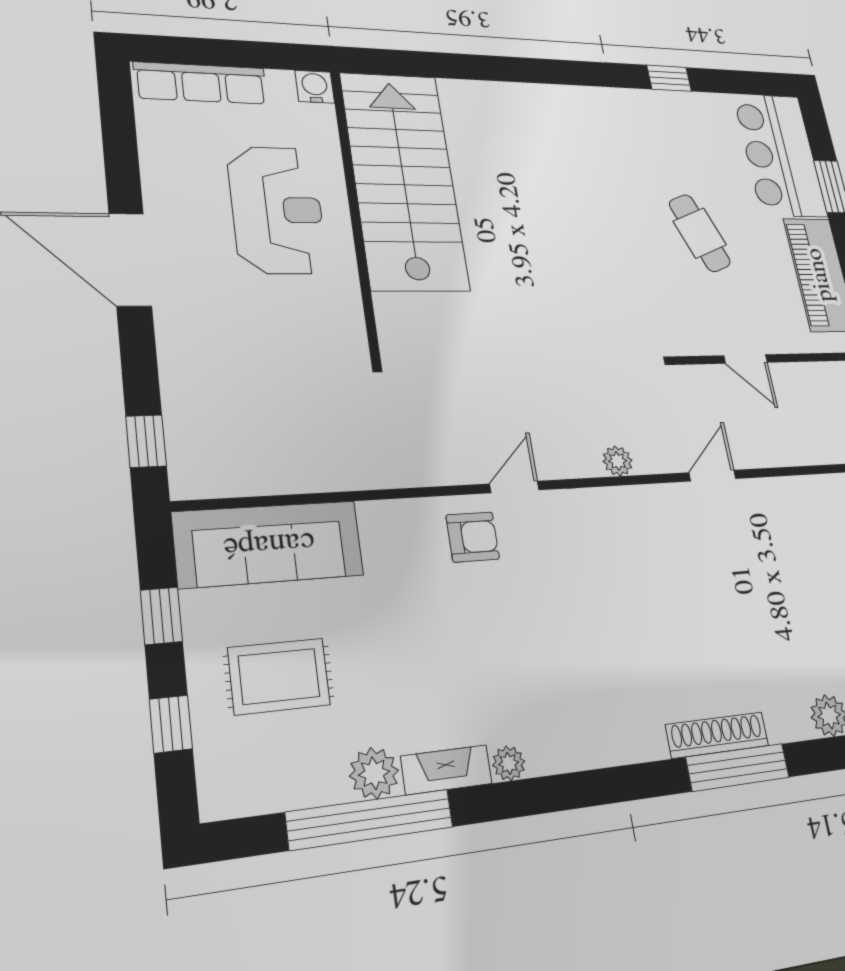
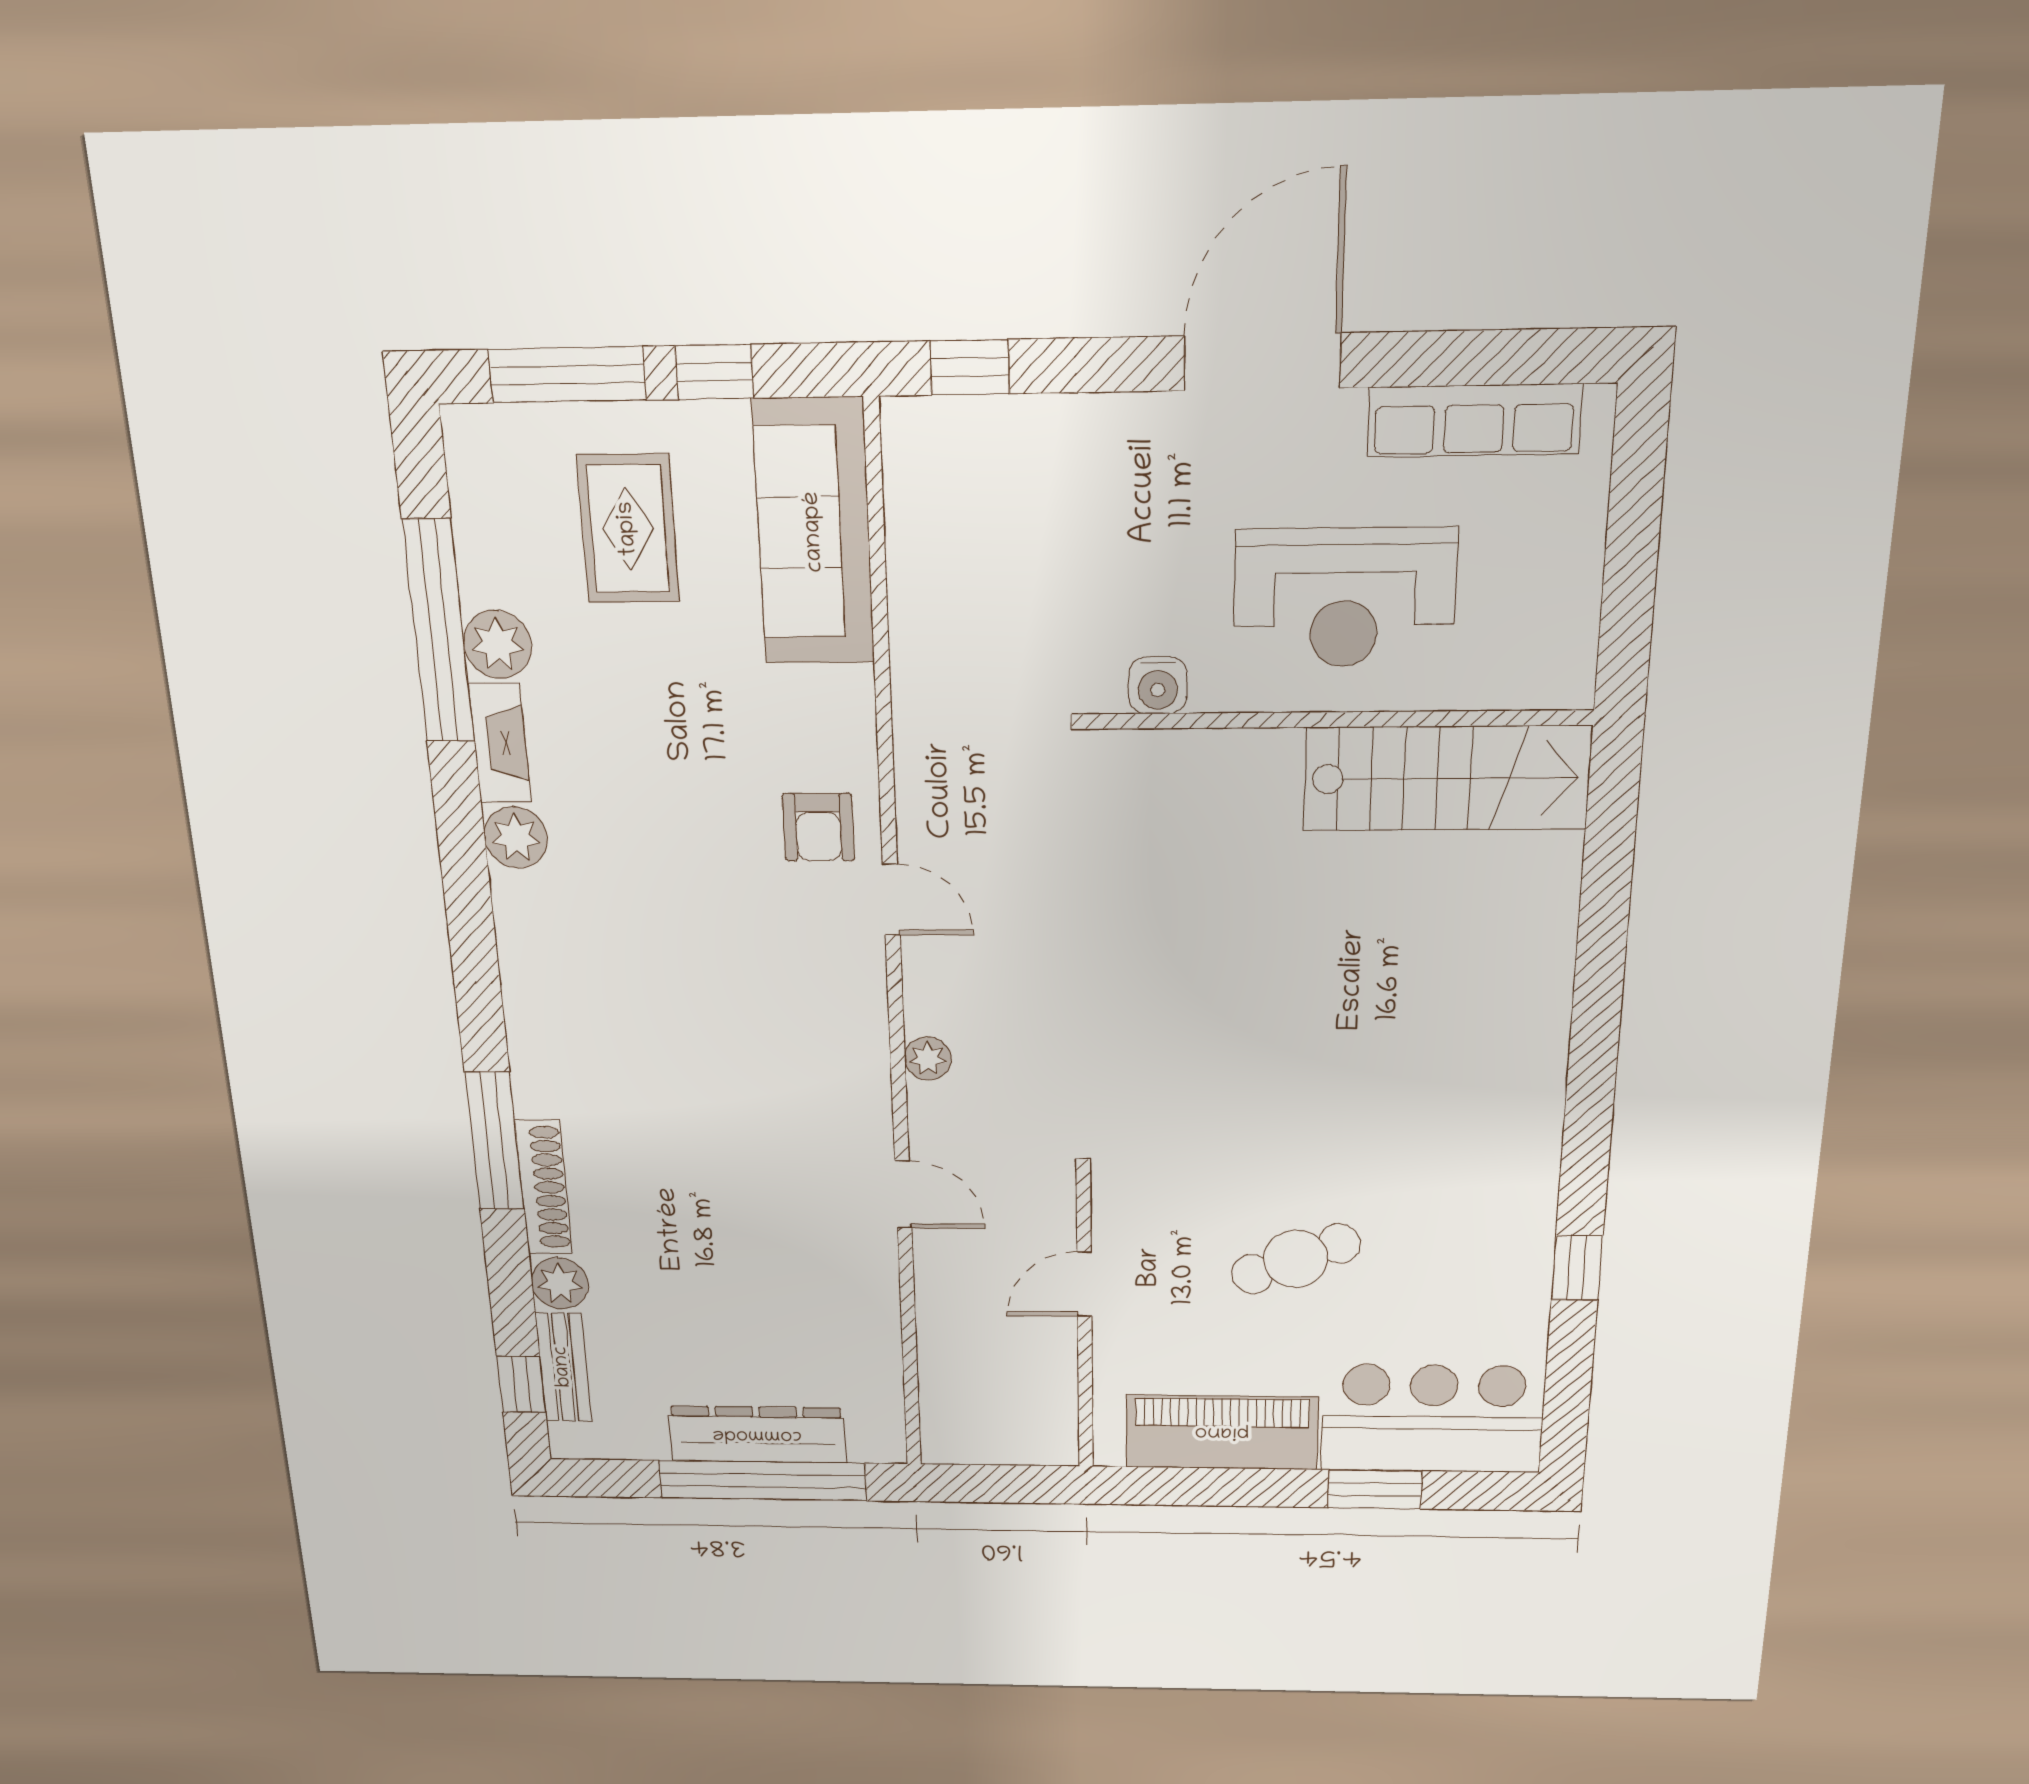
row of seats: (201, 83) -> (1474, 420), moved, turned -90
water cooler: (315, 87) -> (1158, 685), moved, turned 90
stairs: (404, 180) -> (1447, 778), width x0.73, depth x0.66
window: (171, 724) -> (568, 375), width x2.17
shoe rack: (717, 735) -> (544, 1187), moved
plant: (509, 763) -> (516, 837), width x1.38, depth x1.38

